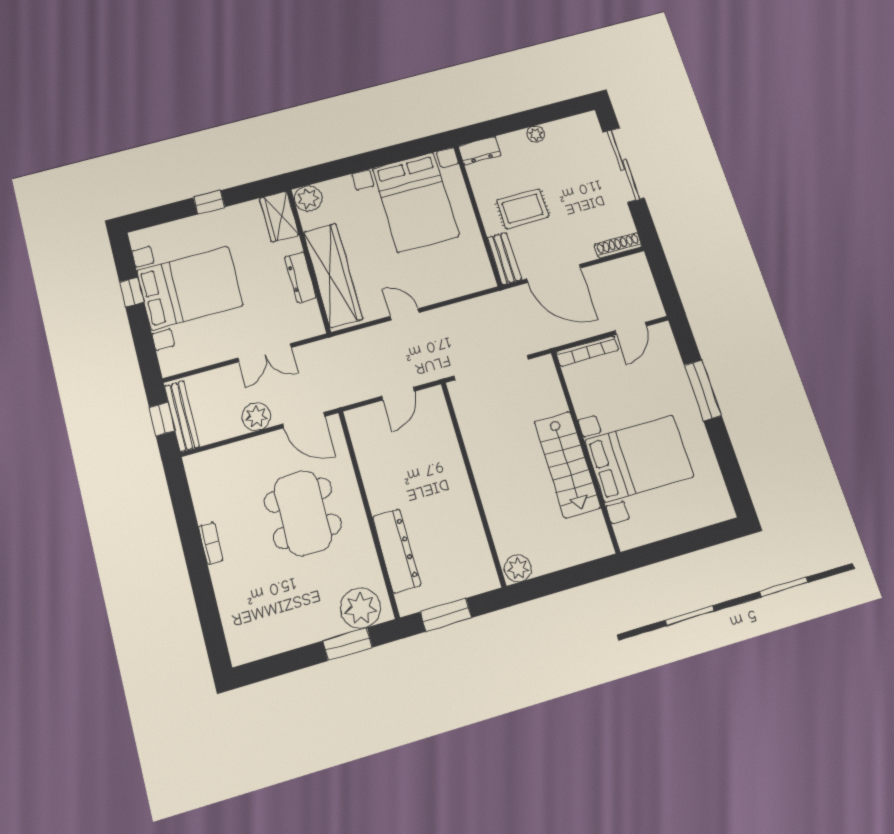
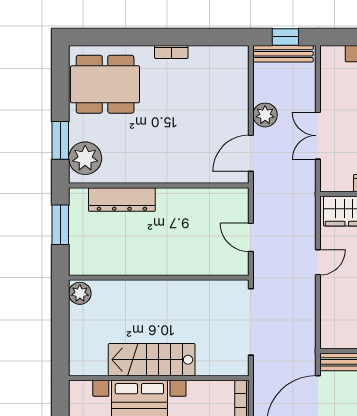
dining table: (303, 513) -> (105, 84), moved

